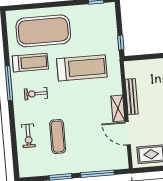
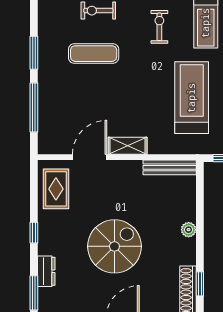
treadmill: (82, 68) -> (192, 98), turned 180
bench: (132, 97) -> (170, 167), moved

